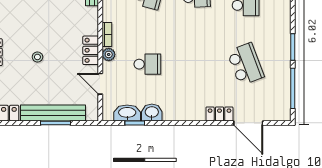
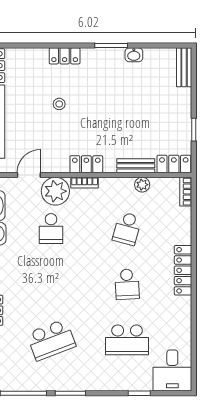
locker: (91, 50) -> (86, 164), moved
plant: (109, 54) -> (55, 191), width x1.88, depth x1.88

